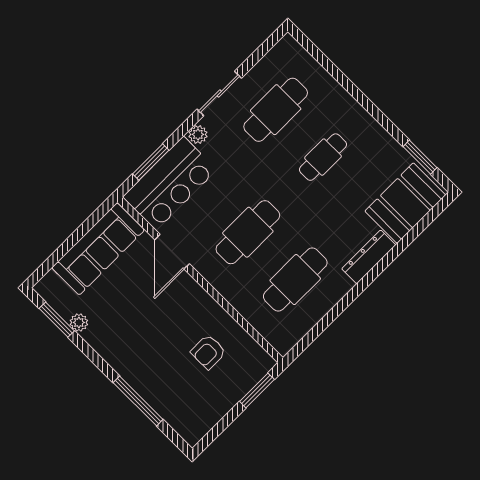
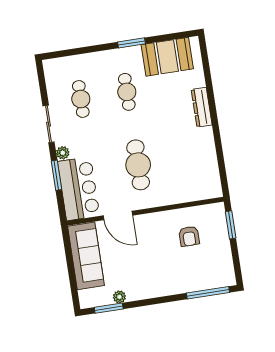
cafe table: (276, 110) -> (81, 99), width x0.73, depth x0.74
window: (420, 157) -> (131, 43), moved
window: (151, 162) -> (56, 175), moved
booth: (405, 203) -> (167, 57), moved, turned 90
cafe table: (295, 280) -> (184, 158), removed
window: (138, 401) -> (208, 293), moved

